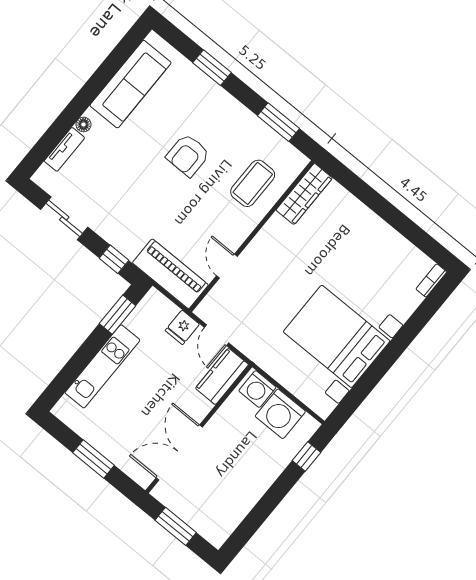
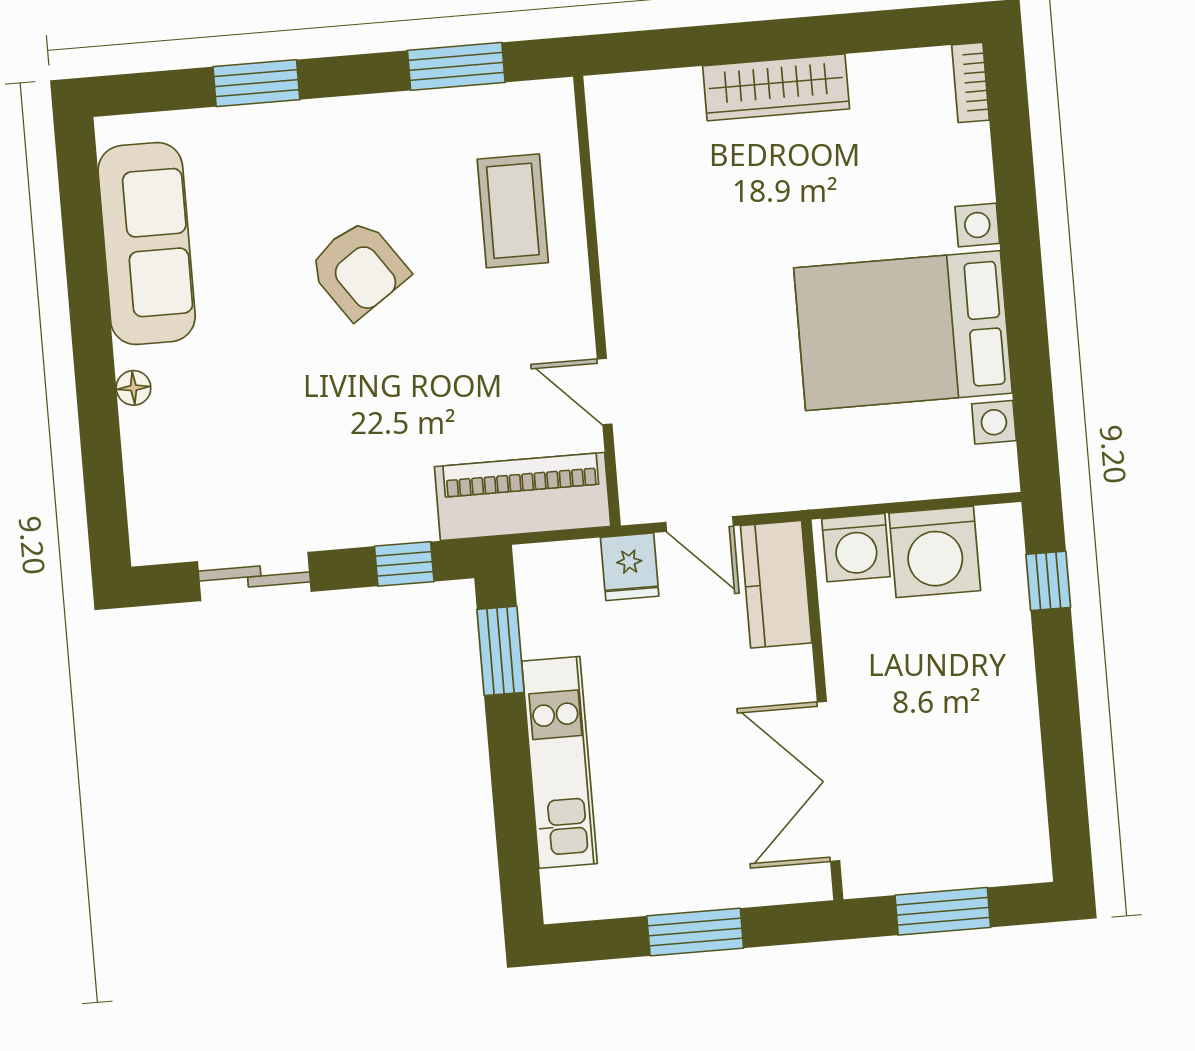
tv unit: (64, 149) -> (142, 461), removed
armchair: (188, 155) -> (359, 269), turned -35
wardrobe: (304, 194) -> (776, 87), moved, turned 90

